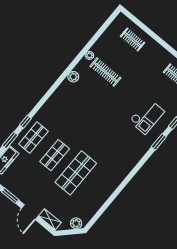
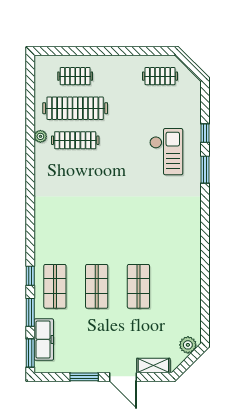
clothes rail: (119, 56) -> (75, 108), added
plant: (73, 77) -> (42, 177), removed
shop shelf: (76, 173) -> (138, 286), width x0.70, depth x0.74

